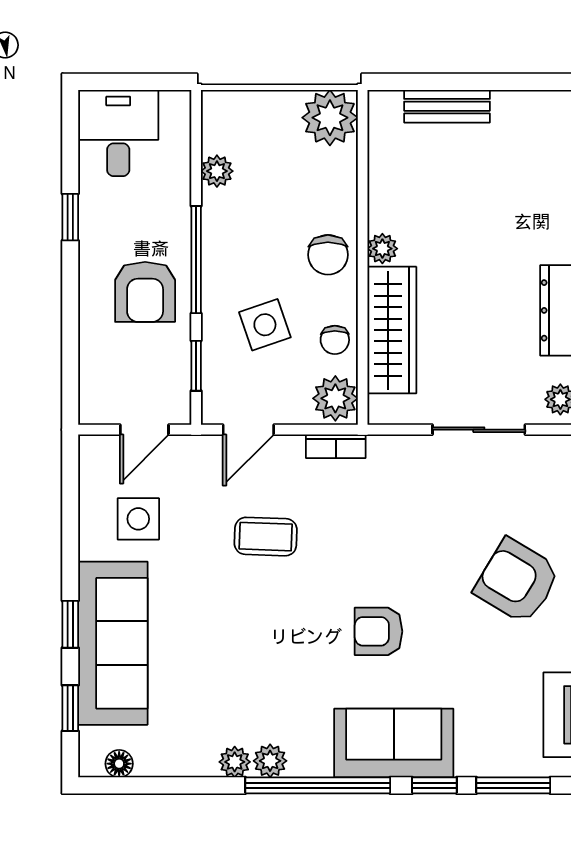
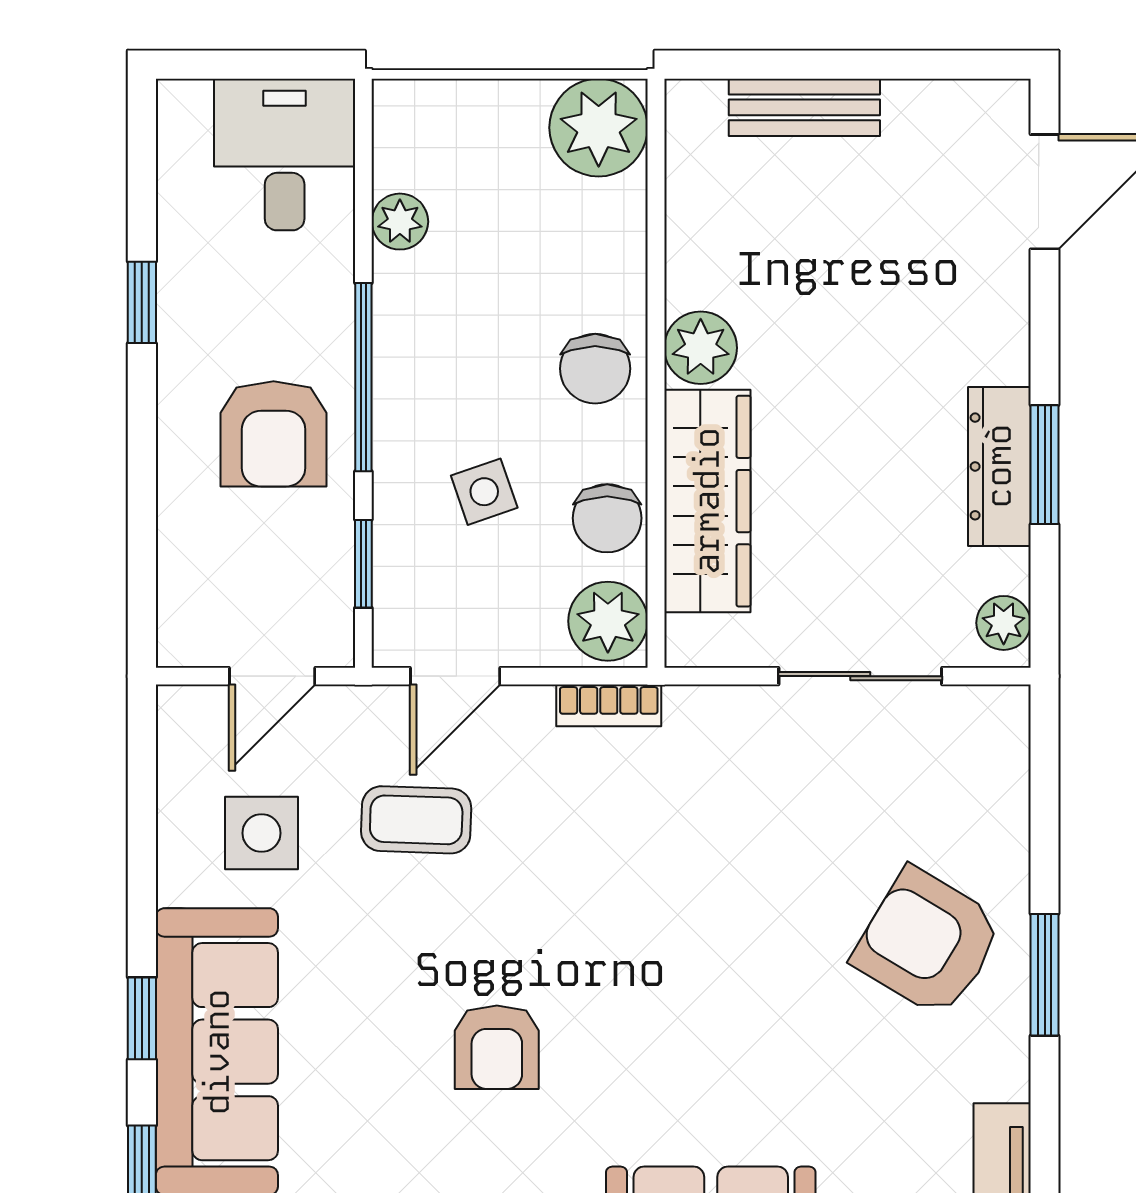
desk: (118, 133) -> (285, 155), moved
plant: (382, 249) -> (701, 348), width x1.38, depth x1.38
side table: (265, 325) -> (484, 492), width x0.73, depth x0.73
chair: (335, 340) -> (607, 518), width x1.37, depth x1.37
coffee table: (266, 537) -> (416, 820), moved
armchair: (379, 631) -> (497, 1047), moved, turned -90

